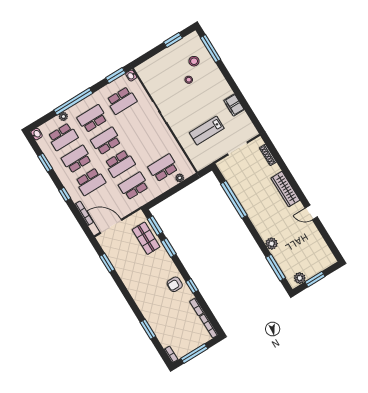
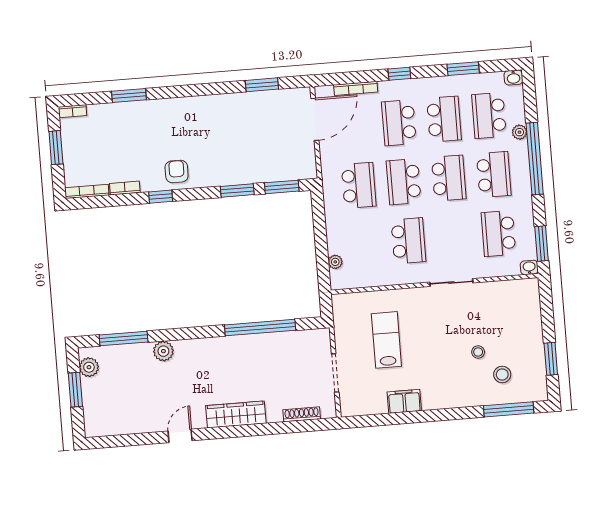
school desk: (163, 168) -> (408, 241), moved
shop shelf: (146, 238) -> (269, 163), removed
window: (194, 353) -> (56, 148), width x0.69

